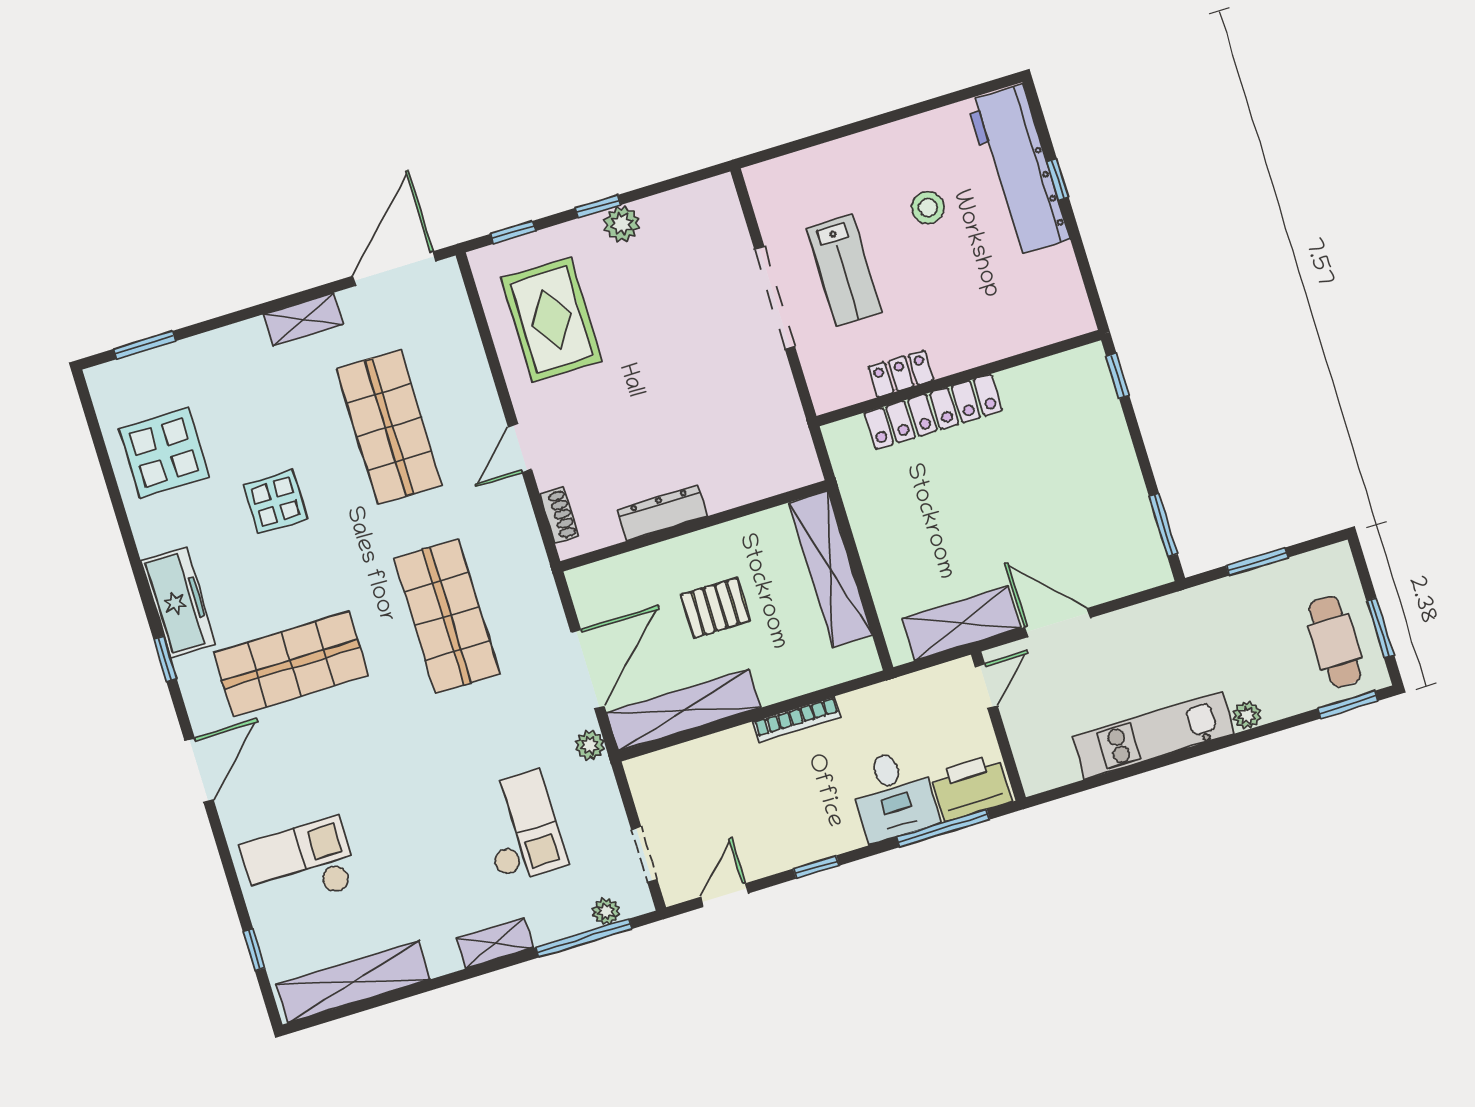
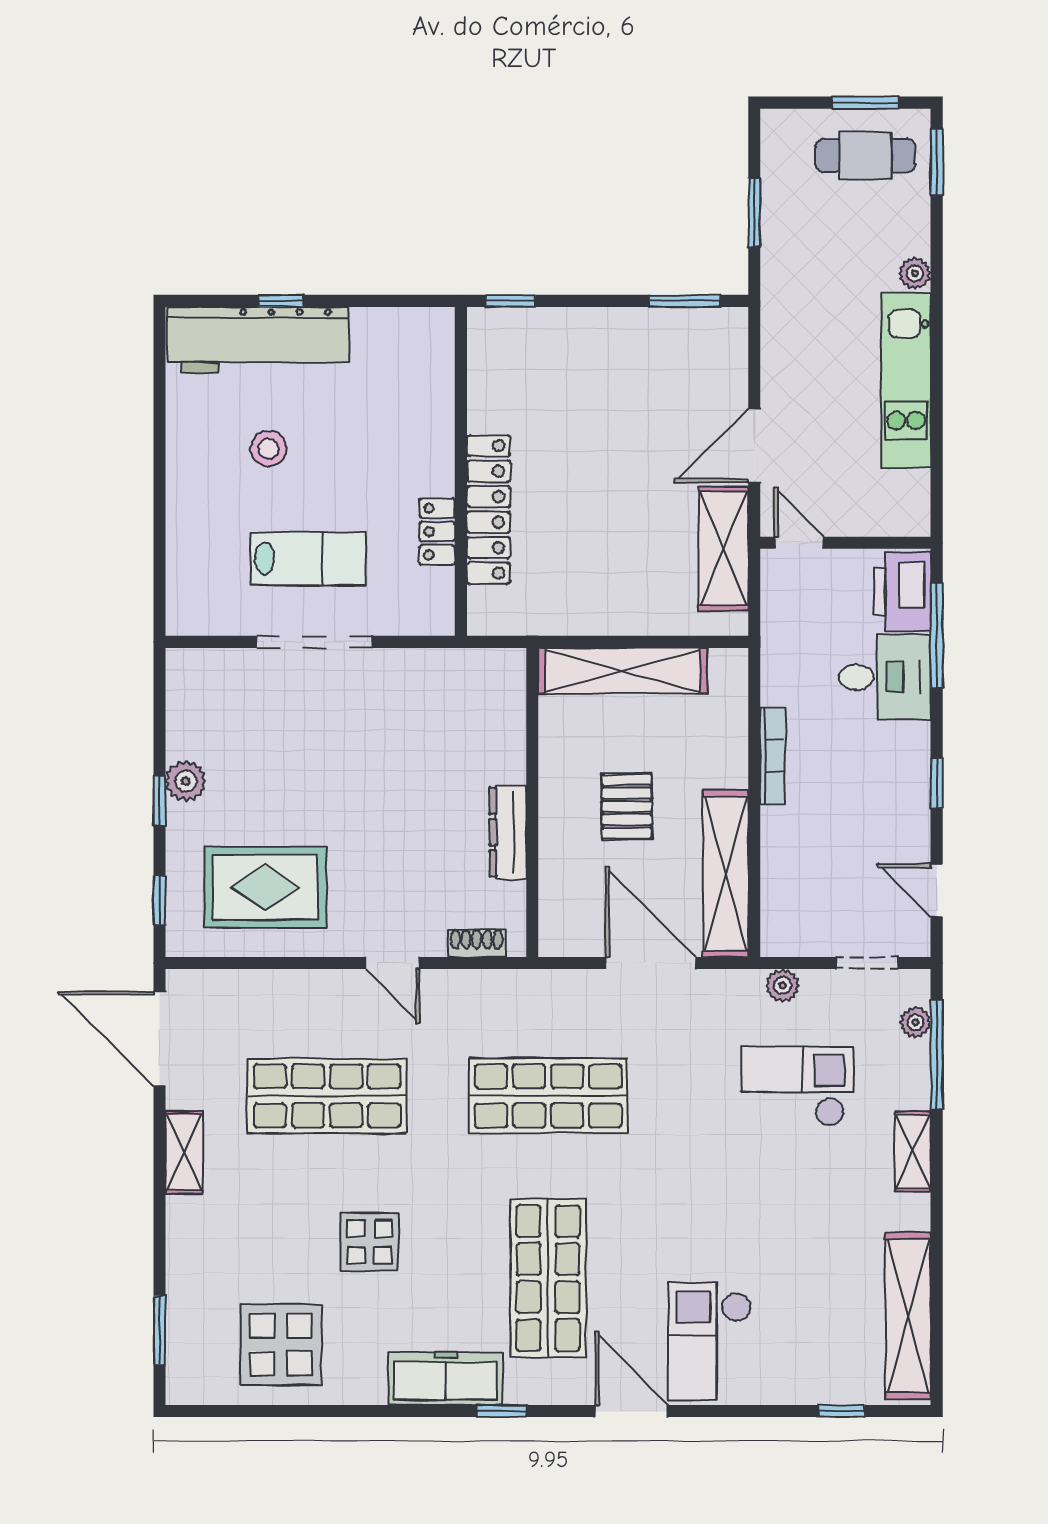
plant: (590, 745) -> (782, 985), moved
checkout: (299, 865) -> (710, 1341), moved

